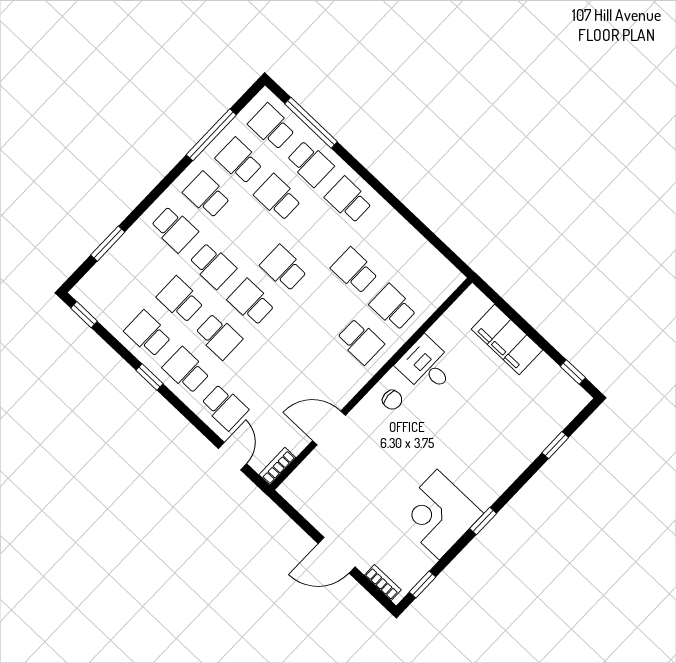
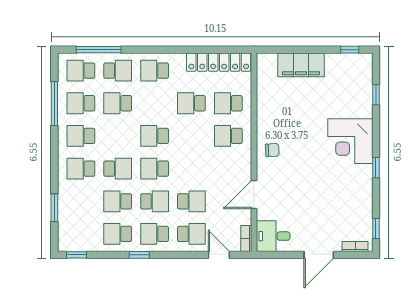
school desk: (174, 229) -> (81, 169), turned 180
locker: (424, 255) -> (219, 62), added
school desk: (360, 341) -> (228, 136), turned 180
desk: (426, 366) -> (273, 236), moved
school desk: (257, 373) -> (191, 201), added
corner desk: (438, 514) -> (350, 141), moved

